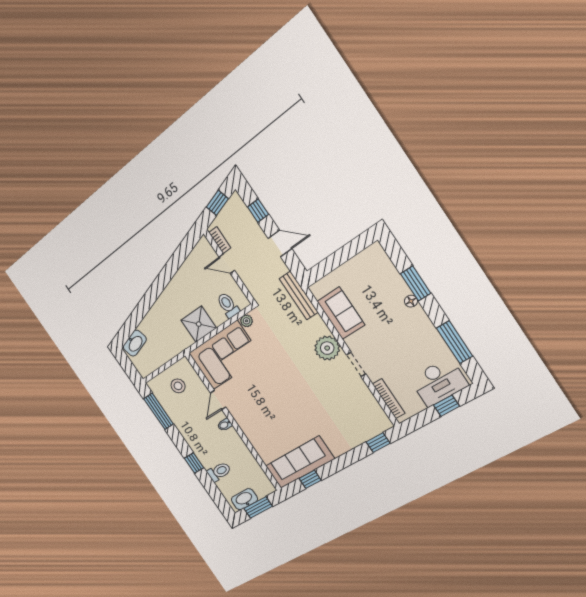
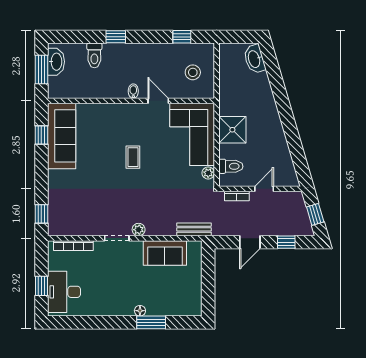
bookcase: (220, 240) -> (237, 196), moved
bench: (299, 296) -> (194, 229), width x0.73
window: (455, 342) -> (88, 322), removed
plant: (327, 348) -> (139, 230), width x0.53, depth x0.53
coffee table: (277, 393) -> (133, 157), added
window: (159, 411) -> (182, 37), width x0.46

